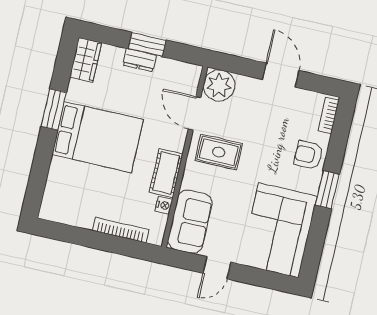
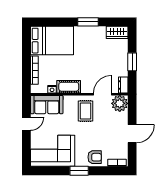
dresser: (140, 60) -> (123, 85), moved
bed: (98, 137) -> (52, 41), moved, turned -90
armchair: (308, 155) -> (95, 157), turned 90
door: (217, 268) -> (26, 124), swing flipped

